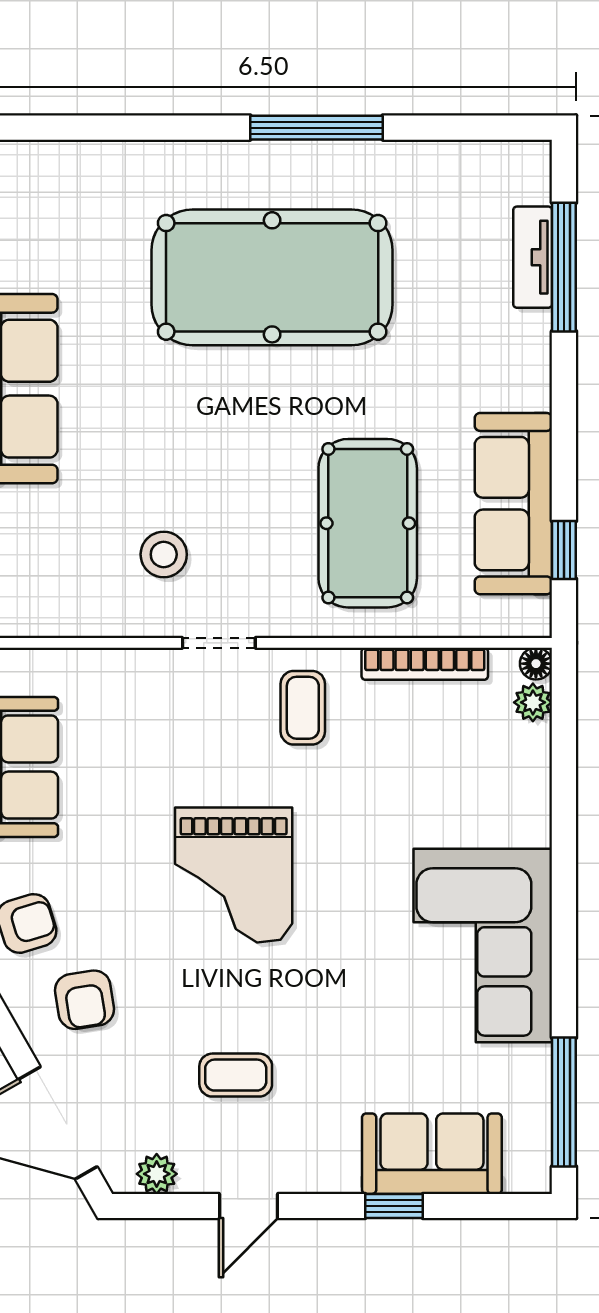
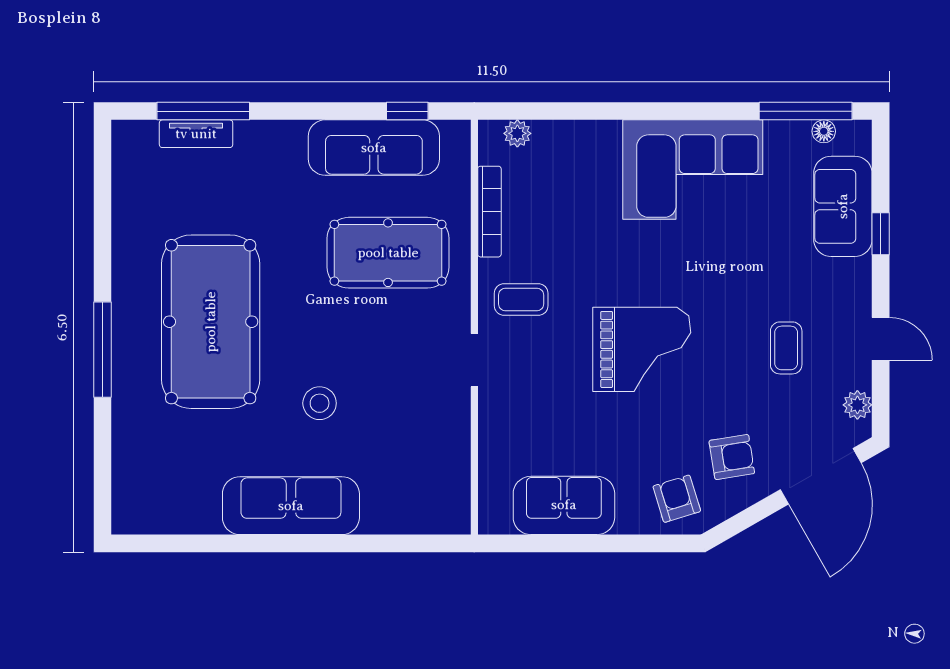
window: (316, 128) -> (103, 350), moved
stool: (164, 554) -> (320, 403), moved
floor lamp: (536, 664) -> (824, 131), moved

